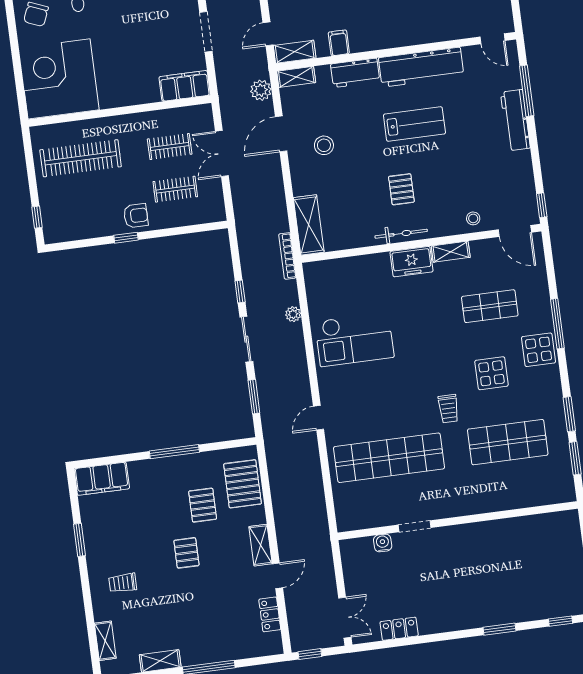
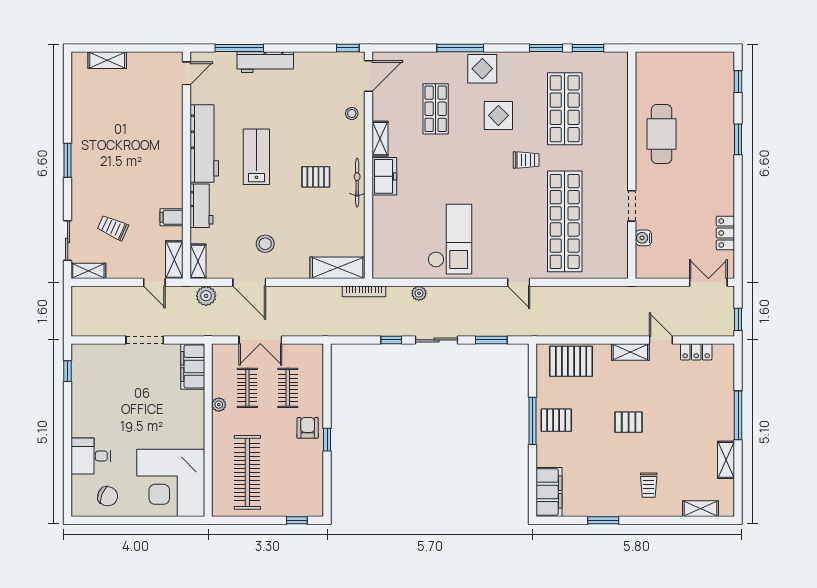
plant: (148, 119) -> (219, 405), added
pallet: (203, 505) -> (556, 420), moved
cafe table: (495, 548) -> (662, 134), added

